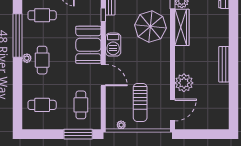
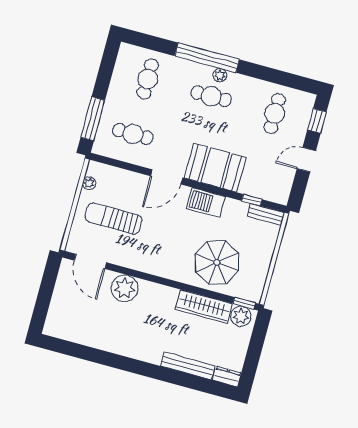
window: (17, 35) -> (207, 58), moved
bench: (224, 64) -> (188, 366), moved

